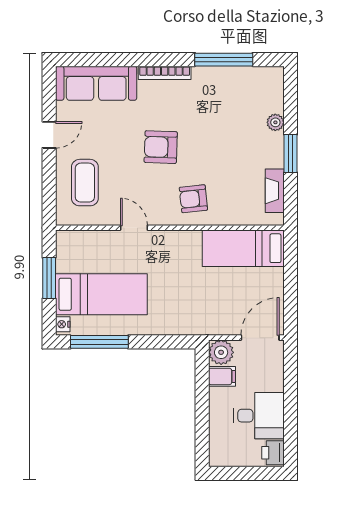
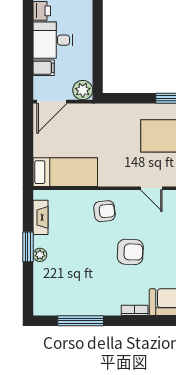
bookcase: (165, 73) -> (135, 310), width x0.64
plant: (275, 122) -> (40, 255), moved
filing cabinet: (222, 376) -> (44, 68), moved, turned 180

